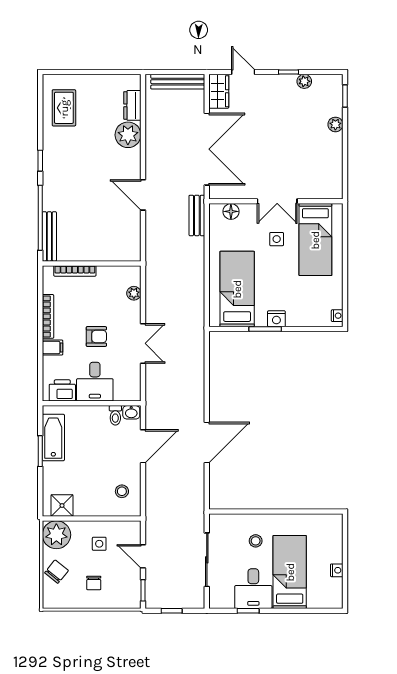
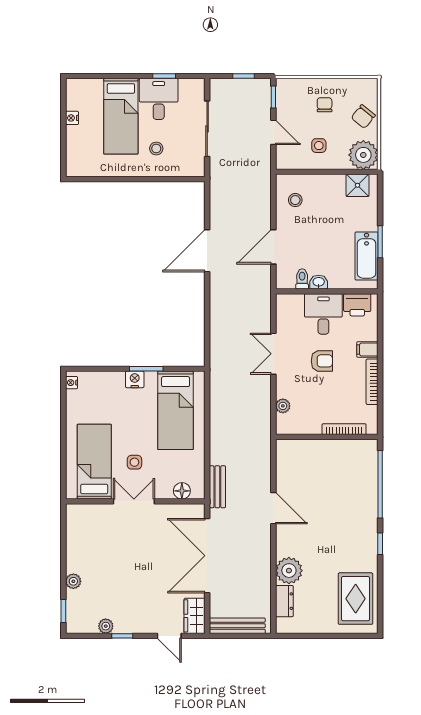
rug: (64, 108) -> (356, 599), width x1.36, depth x1.43
bench: (49, 236) -> (371, 465), removed
armchair: (96, 337) -> (322, 361), turned 180
washbasin: (131, 412) -> (319, 282), moved

